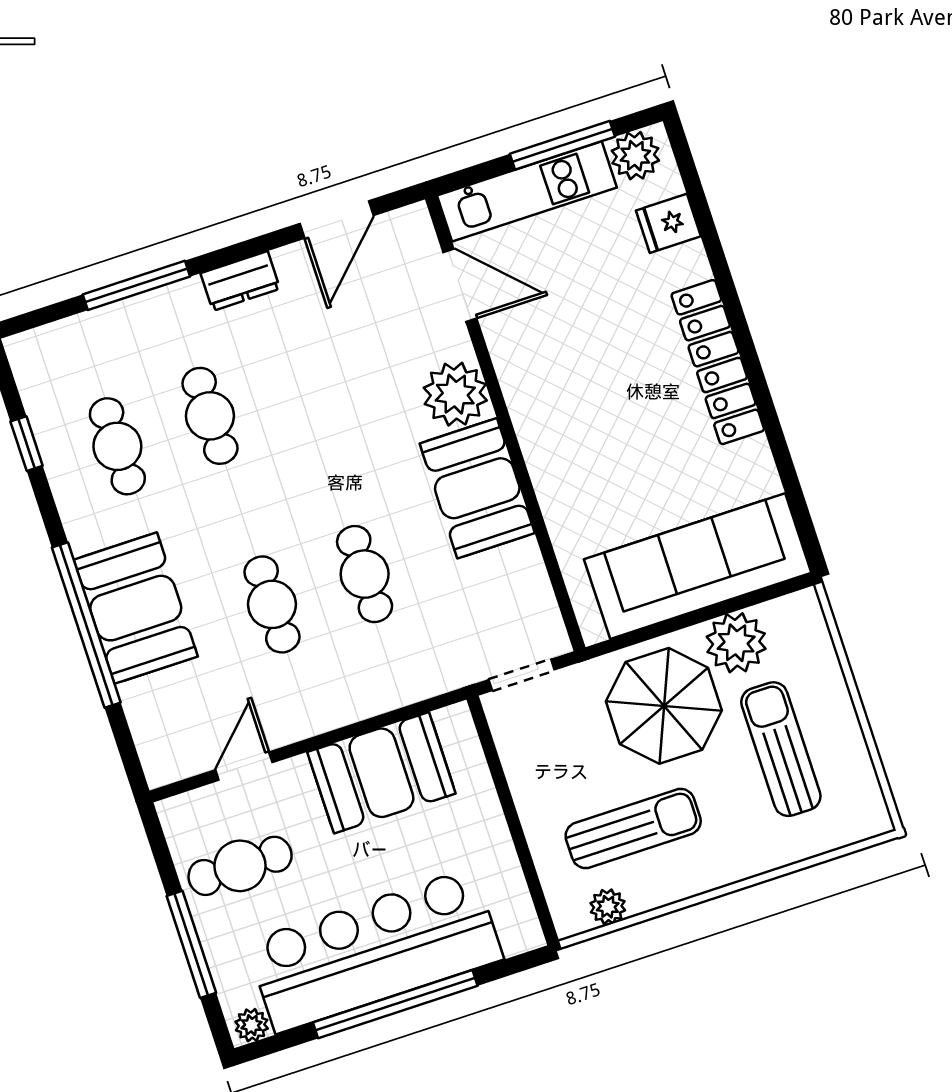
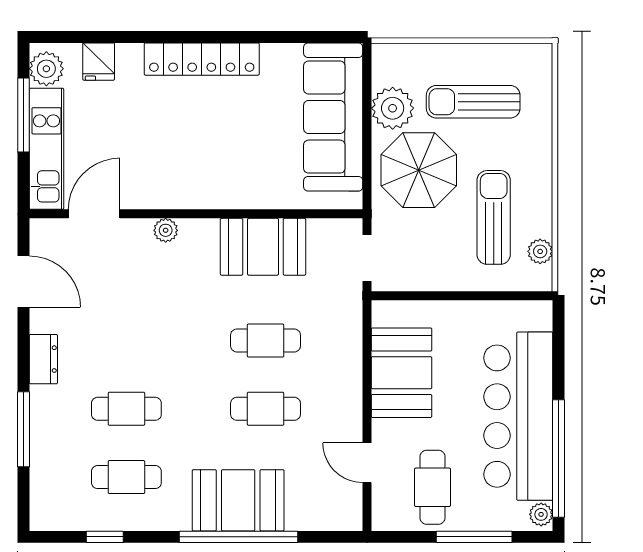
plant: (455, 394) -> (166, 230), width x0.53, depth x0.53
booth: (477, 488) -> (263, 247), moved
window: (395, 1004) -> (558, 458), moved

